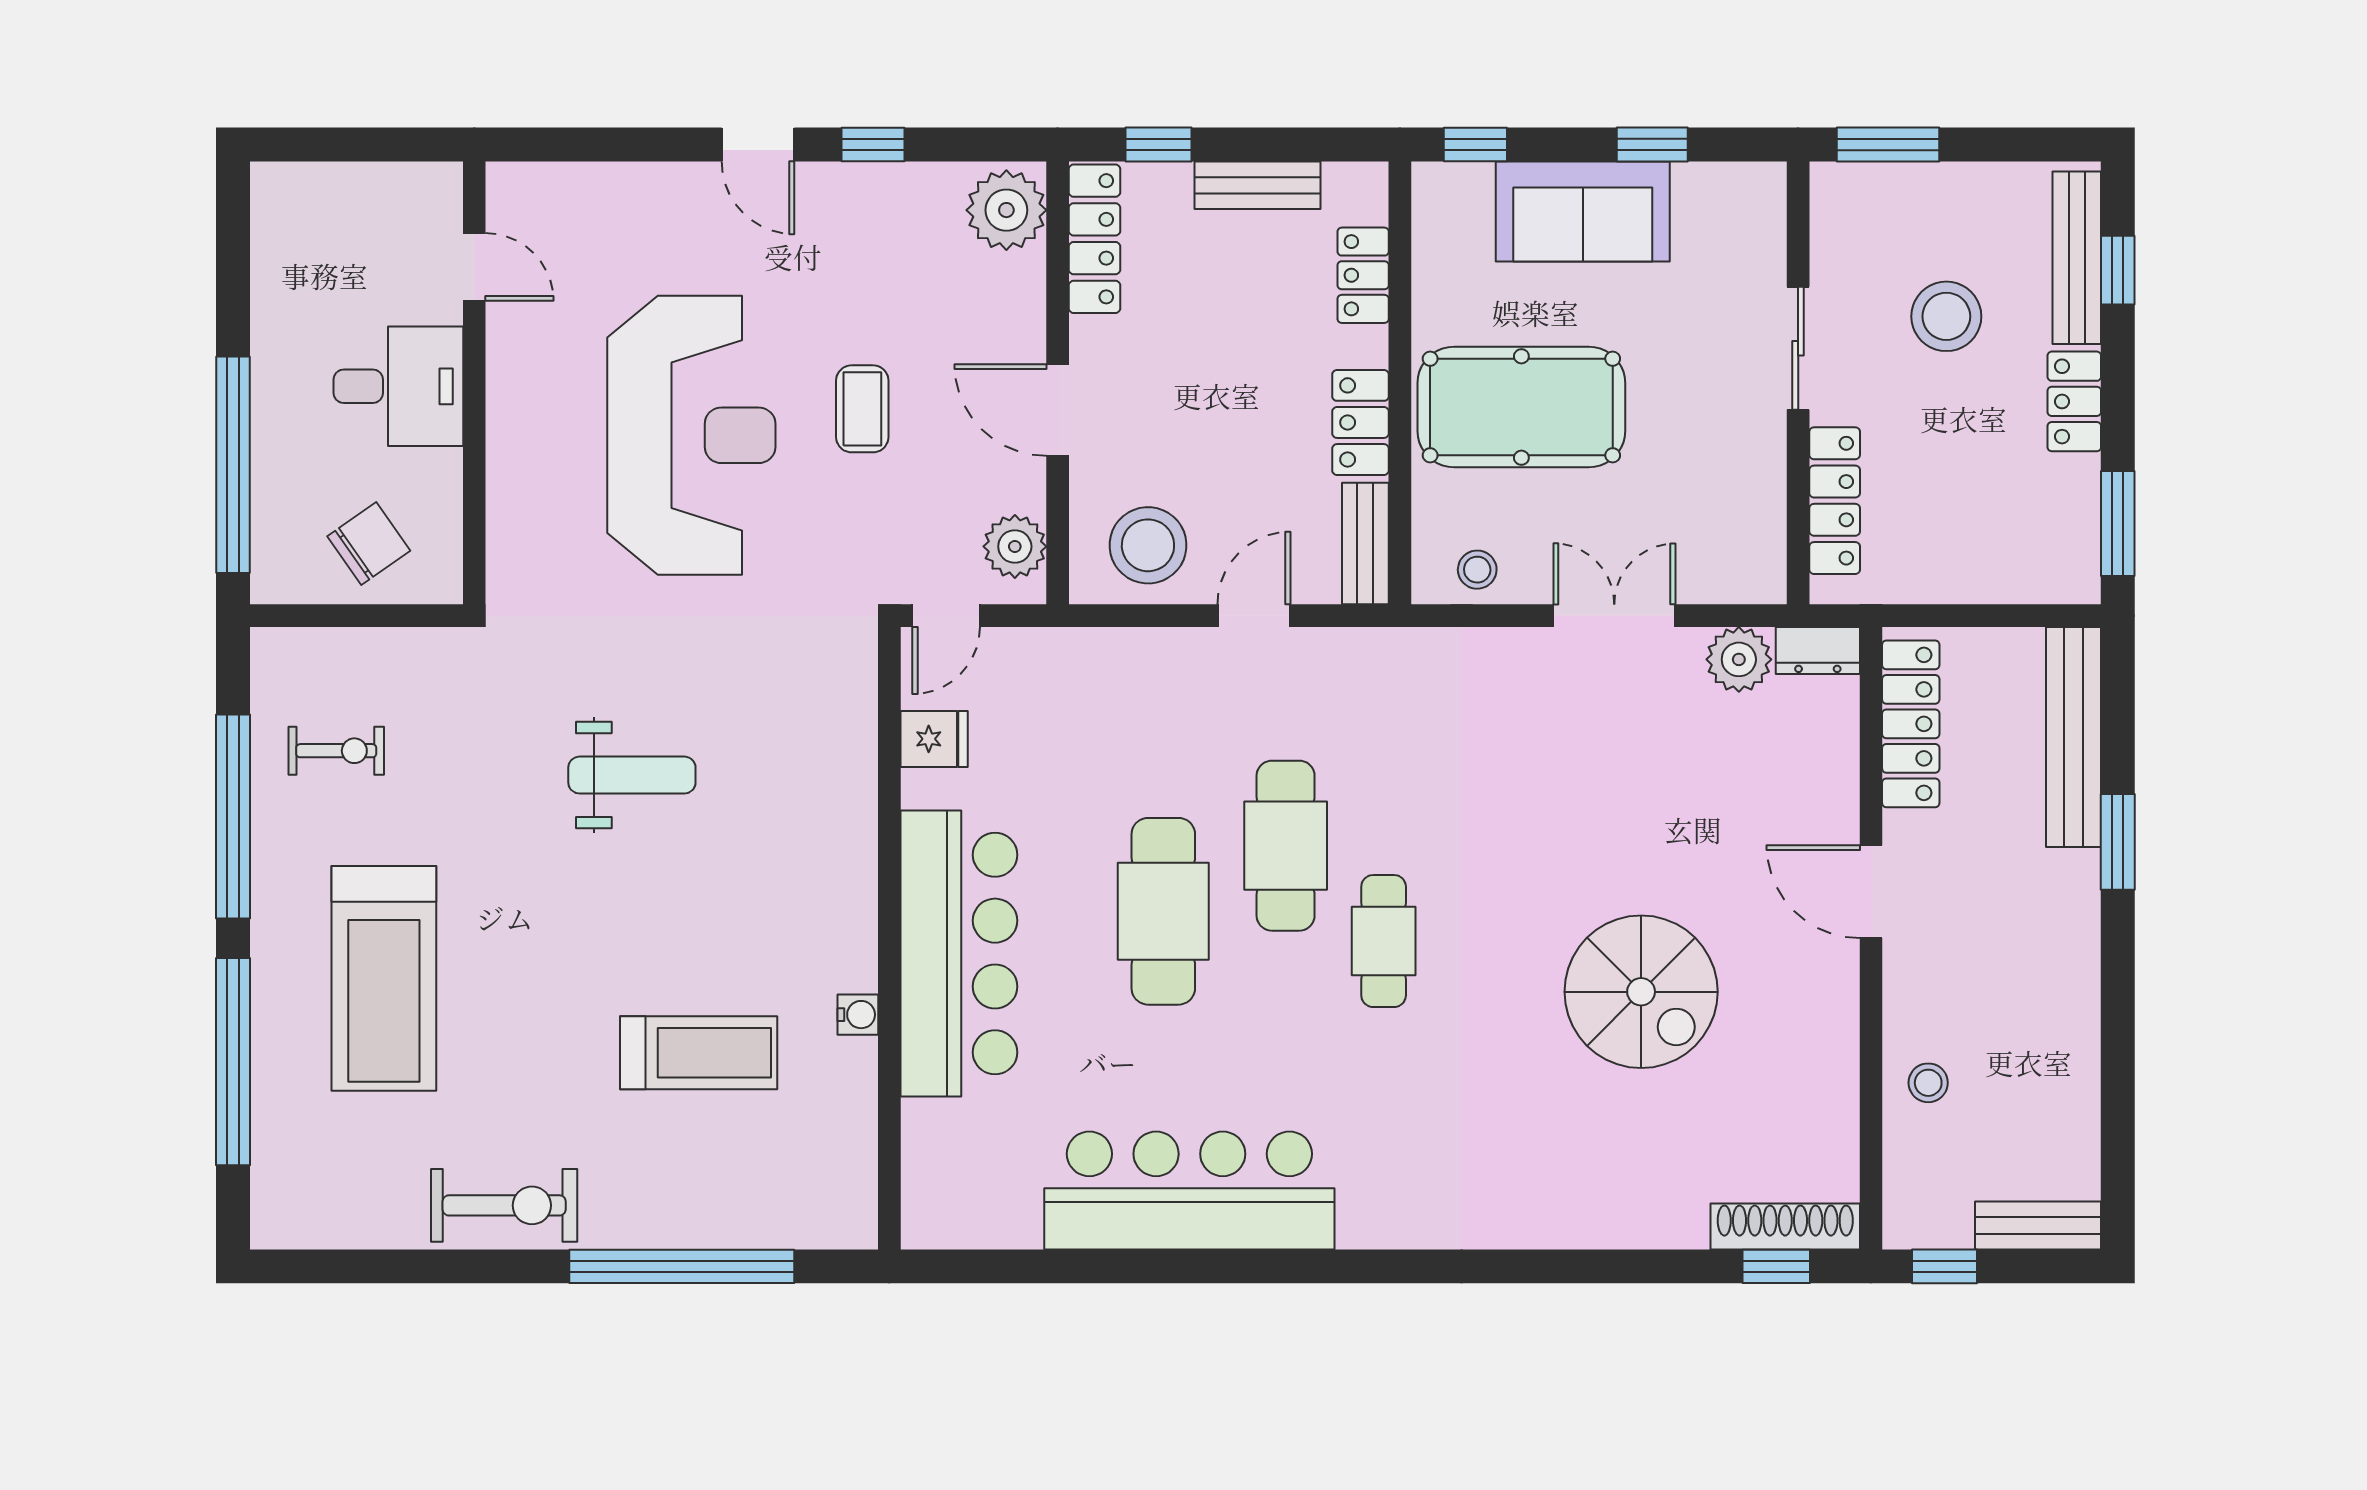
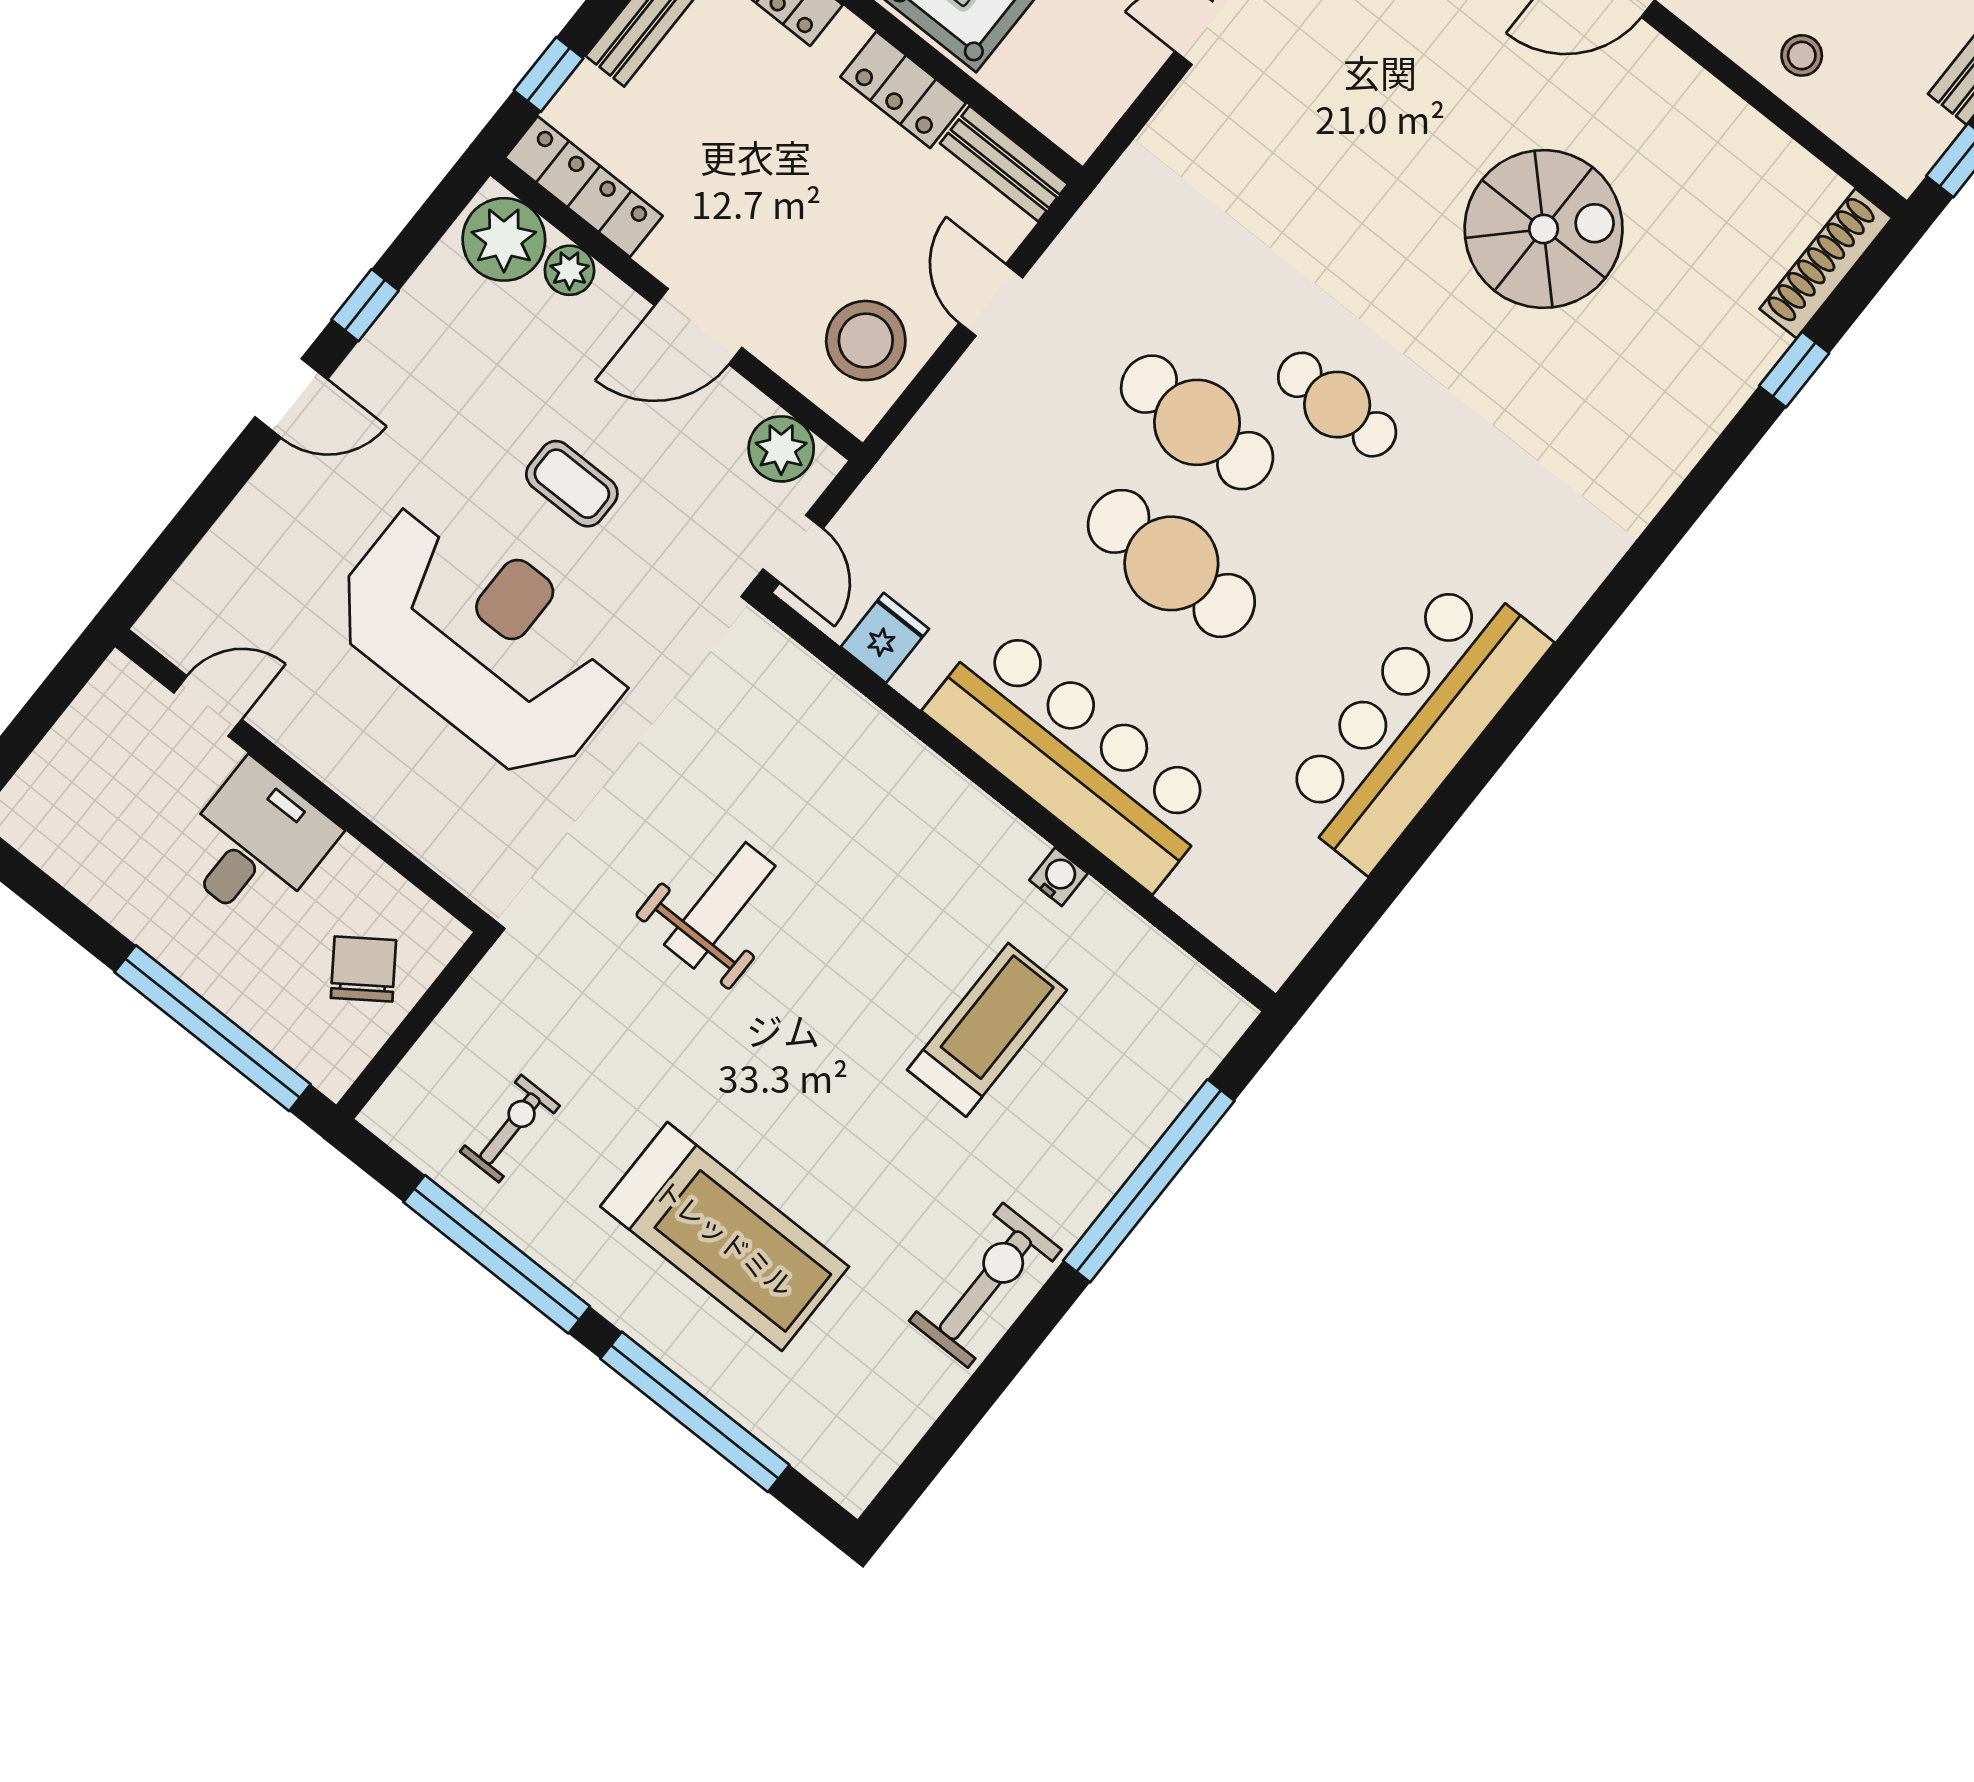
plant: (1023, 278) -> (569, 270), added
stool: (1477, 570) -> (1097, 90), removed
window: (1776, 1266) -> (1794, 370), moved

